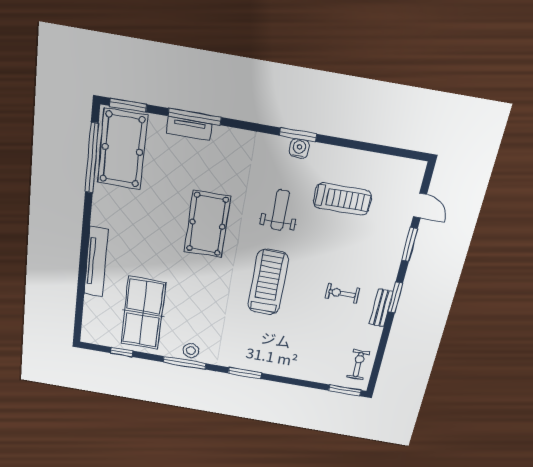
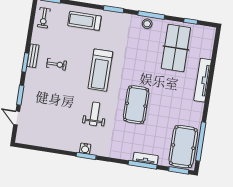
treadmill: (342, 199) -> (84, 21), moved
weight bench: (280, 210) -> (95, 114), turned 180

